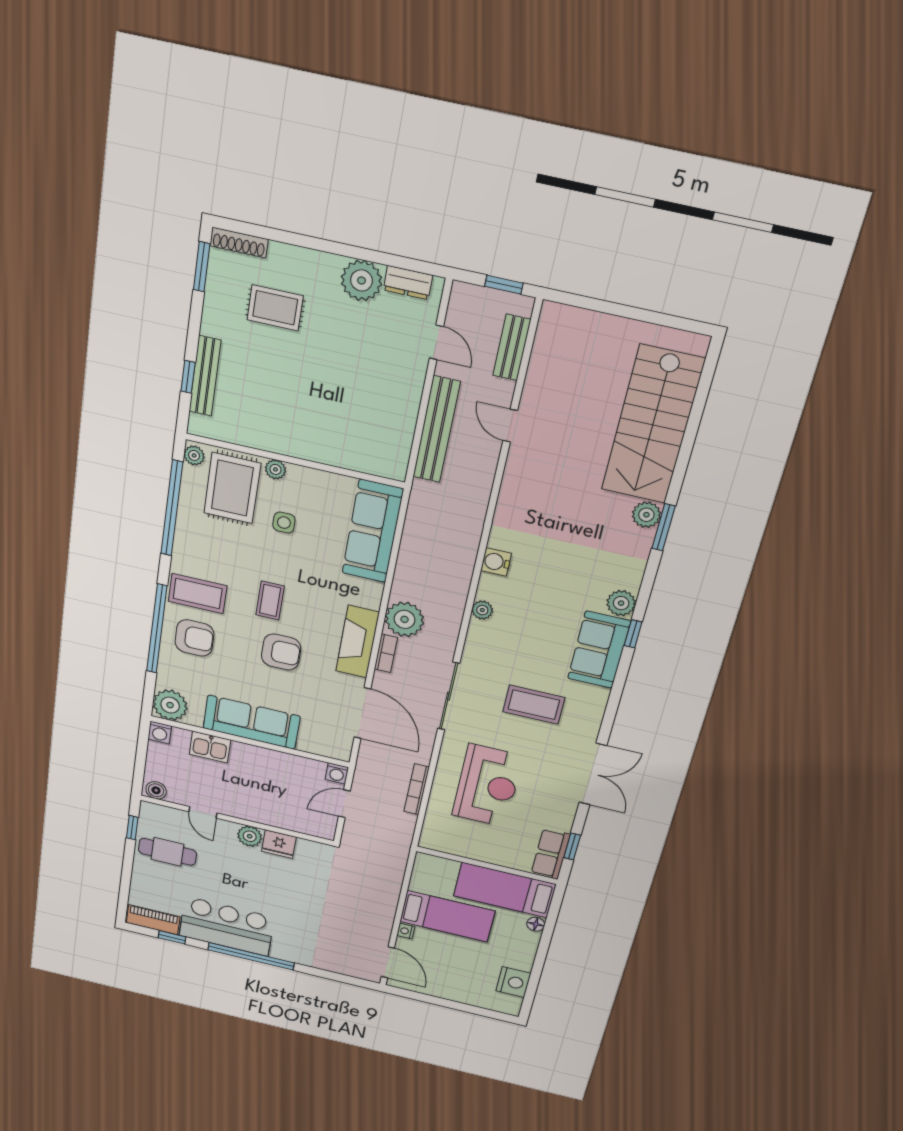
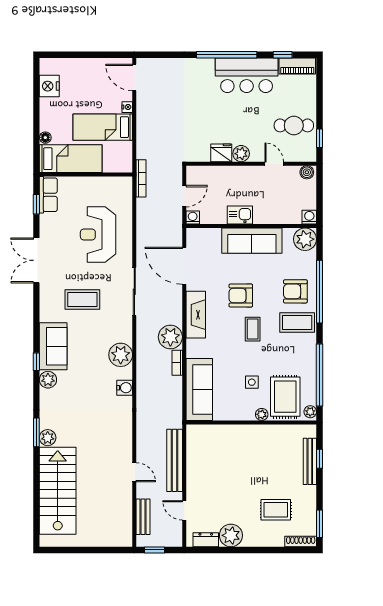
plant: (482, 610) -> (121, 355), width x1.87, depth x1.87
bookcase: (386, 653) -> (177, 363), moved
kitchen sink: (210, 747) -> (240, 215), moved
bookcase: (417, 789) -> (141, 178), moved

